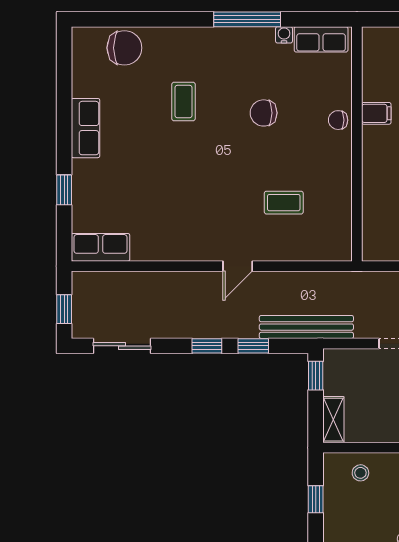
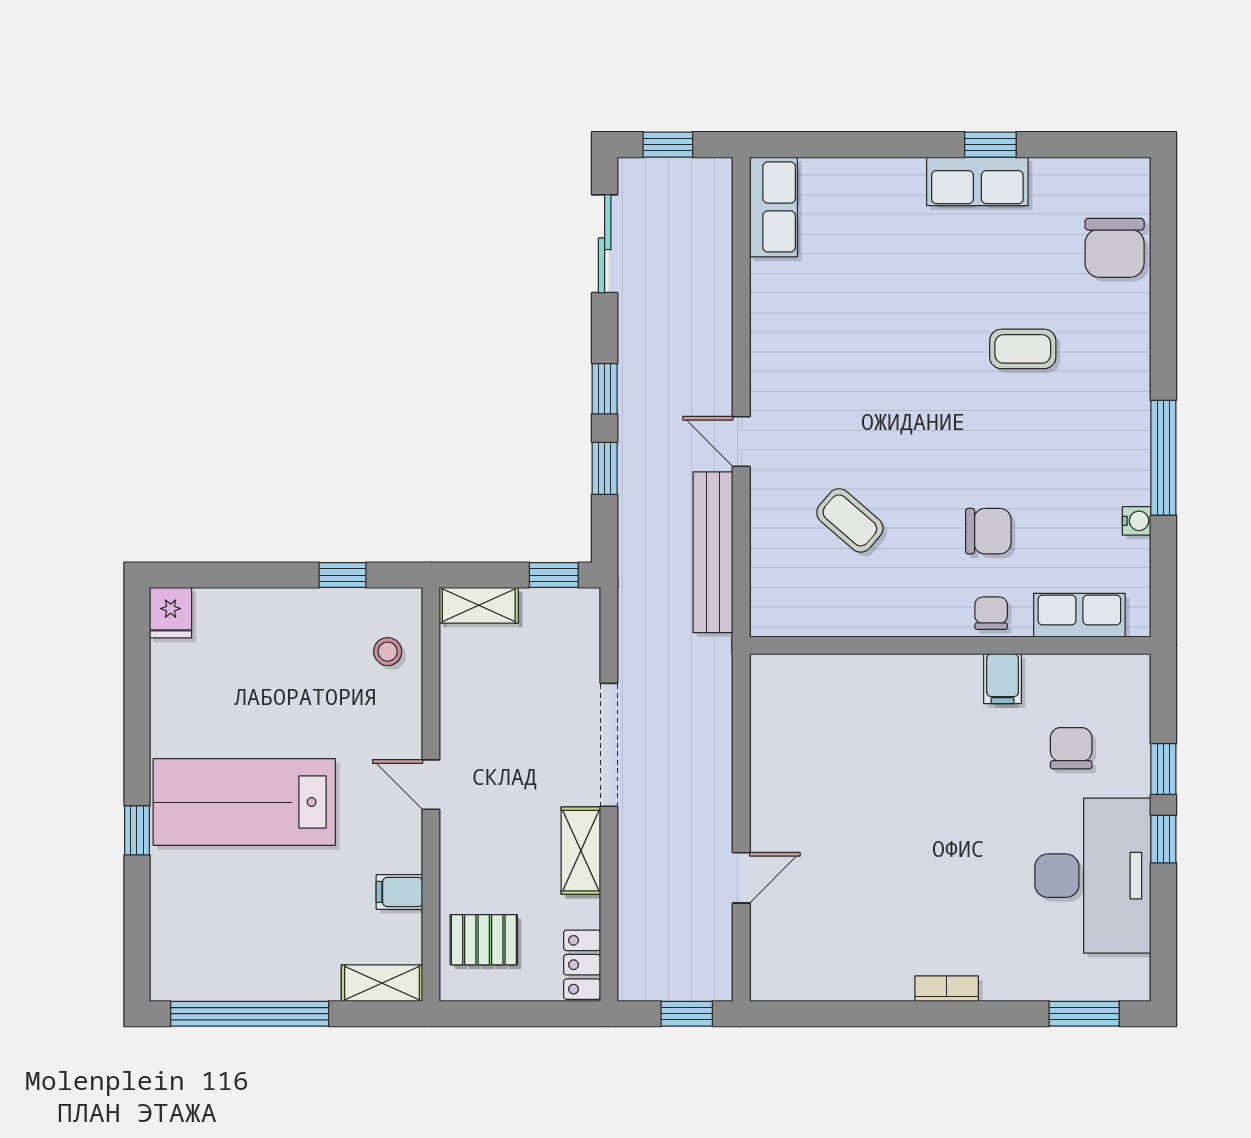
row of seats: (321, 39) -> (1079, 615), moved, turned 90
chair: (264, 113) -> (988, 531), moved, turned 90
window: (64, 190) -> (990, 145), moved
coffee table: (284, 203) -> (850, 520), turned -49
bench: (306, 327) -> (713, 552), moved

